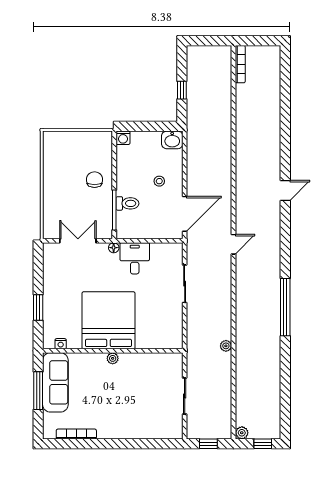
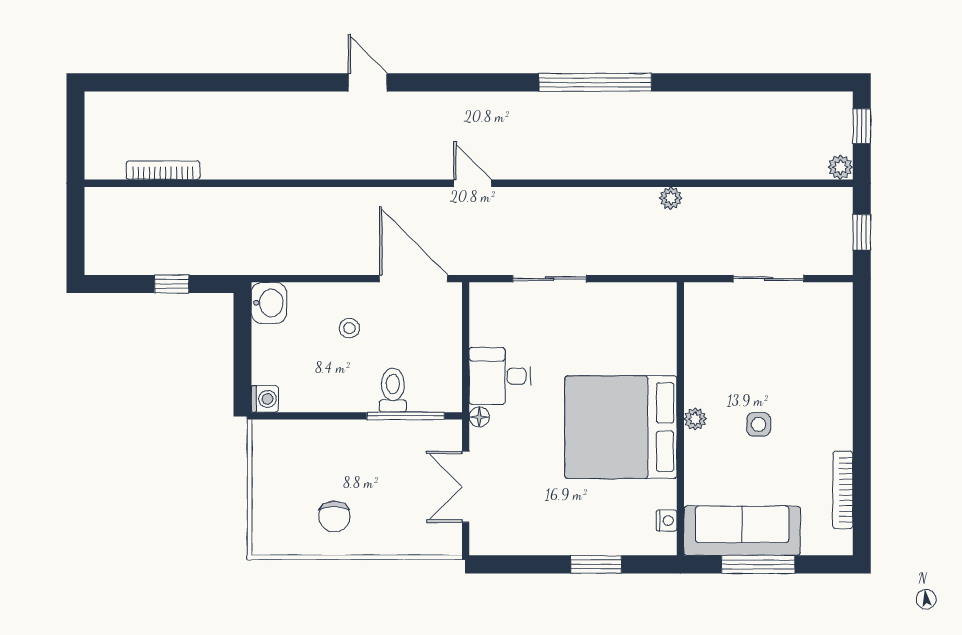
bookcase: (240, 64) -> (163, 170), moved
chair: (95, 180) -> (334, 516), moved, turned -90
side table: (110, 391) -> (759, 424), added

